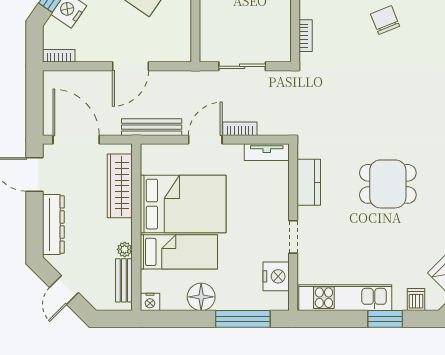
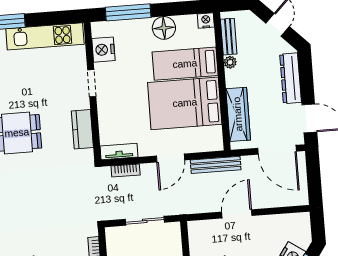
bookcase: (59, 56) -> (297, 218), removed
bookcase: (240, 129) -> (126, 170), moved

